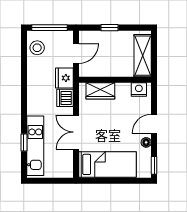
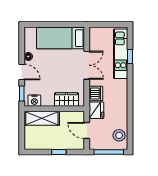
door: (76, 54) -> (87, 131), hinge flipped
shelving: (143, 56) -> (42, 118), moved, turned 90
door: (154, 124) -> (22, 72), hinge flipped
window: (154, 165) -> (22, 94), moved

